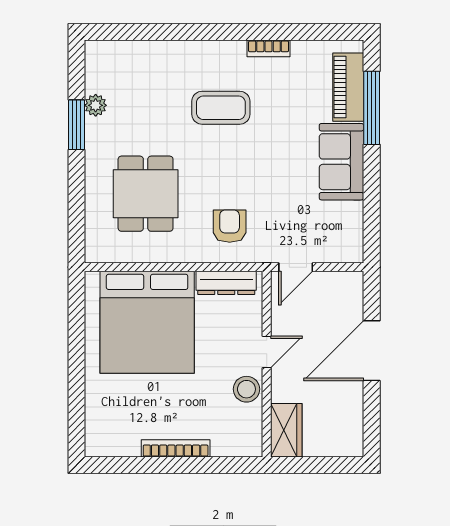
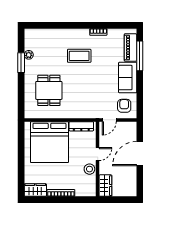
armchair: (230, 226) -> (124, 106), moved
wardrobe: (112, 441) -> (35, 190), added

